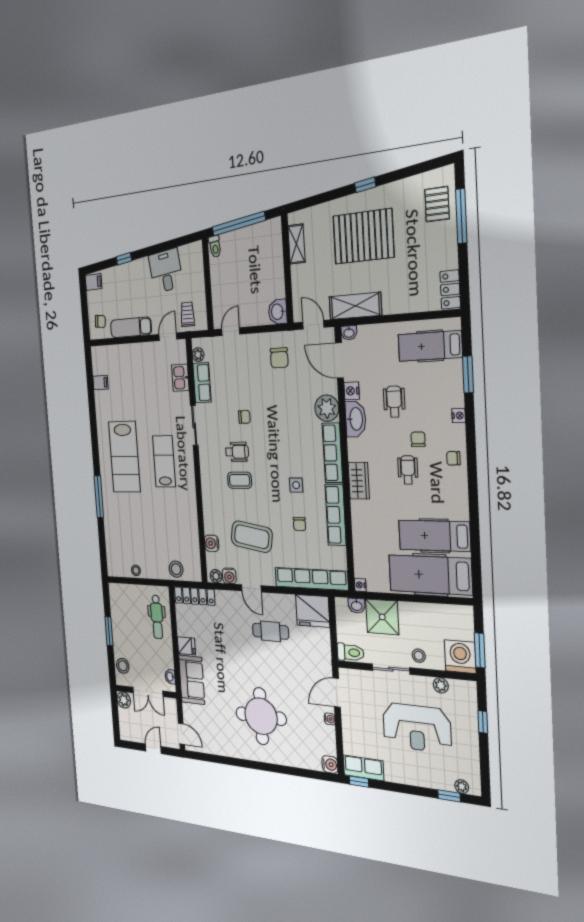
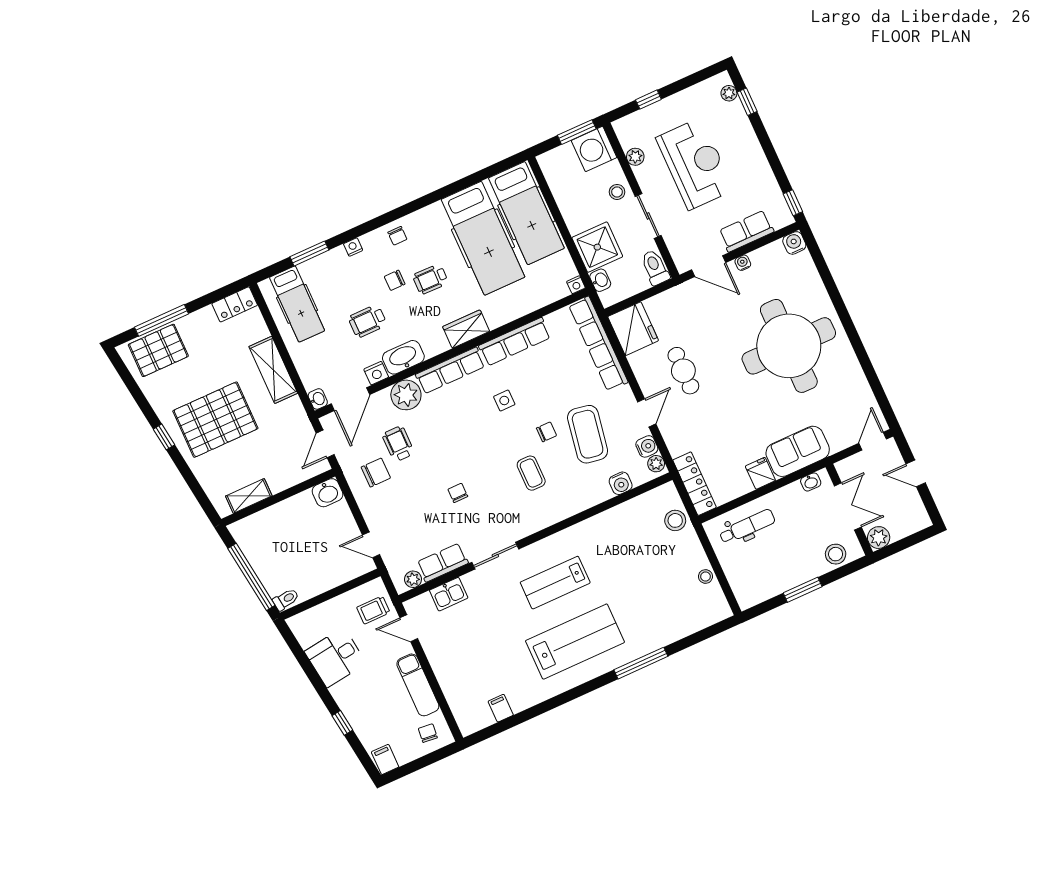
pallet: (437, 204) -> (158, 350), width x1.50, depth x1.42
pallet: (363, 236) -> (215, 420), turned 90
shelving: (355, 306) -> (273, 370), moved
wheelchair: (237, 452) -> (398, 444), moved
chair: (299, 524) -> (546, 432), moved
hospital bed: (434, 536) -> (483, 238), width x1.37, depth x1.29
round table: (261, 716) -> (789, 346), width x1.36, depth x1.36
row of seats: (363, 768) -> (746, 231), moved, turned 90

